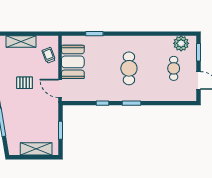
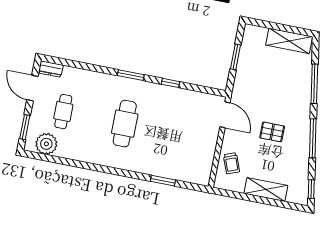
booth: (73, 62) -> (200, 148), removed
dresser: (188, 96) -> (51, 69), added
shelving: (36, 149) -> (289, 41), moved

